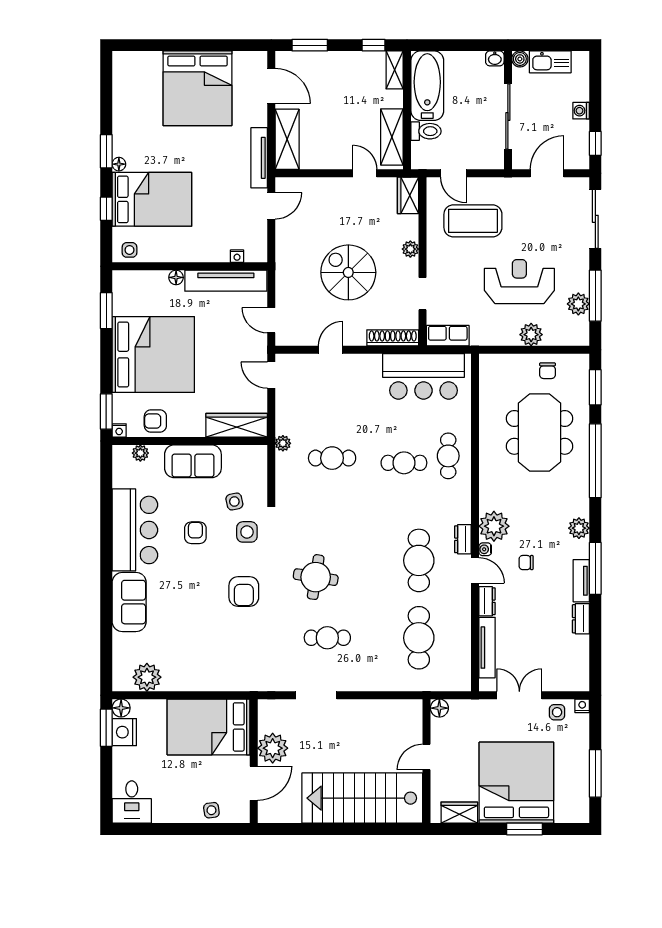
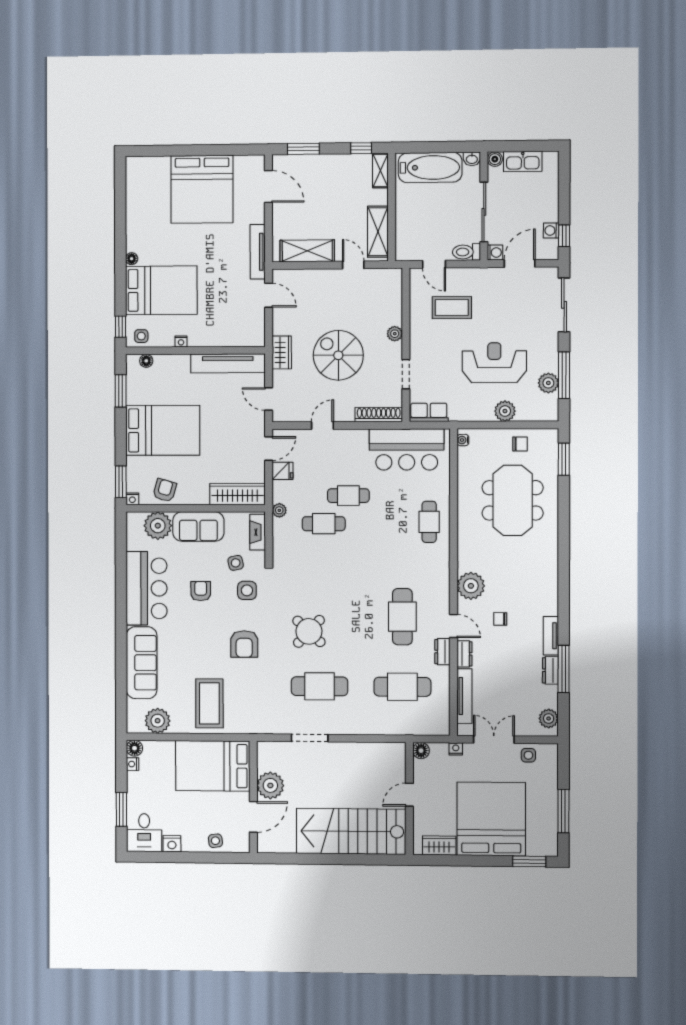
bathtub: (427, 86) -> (430, 168), moved, turned 90
washing machine: (581, 111) -> (551, 230), moved
toilet: (426, 131) -> (466, 252), moved, turned 180
shelving: (287, 139) -> (307, 251), moved, turned 90
window: (106, 151) -> (120, 247), removed
washing machine: (520, 161) -> (495, 252), added
wardrobe: (408, 195) -> (282, 352), moved, turned 180
door: (271, 206) -> (269, 295), hinge flipped
window: (106, 209) -> (120, 327), moved
coffee table: (473, 221) -> (452, 308), width x0.73, depth x0.76
nightstand: (237, 256) -> (181, 341), moved
floor lamp: (176, 277) -> (146, 361), moved
bed: (153, 355) -> (163, 430), width x0.73
chair: (548, 371) -> (520, 444), turned -90
door: (271, 375) -> (269, 448), swing flipped
fridge: (287, 400) -> (283, 471), added
armchair: (155, 421) -> (165, 490), turned 106
plant: (140, 453) -> (158, 526), width x1.88, depth x1.88
window: (595, 461) -> (564, 526), removed
cafe table: (404, 463) -> (348, 496), moved
fireplace: (259, 468) -> (258, 532), added
plant: (579, 528) -> (549, 719), moved
dresser: (463, 539) -> (442, 652), moved
water cooler: (485, 549) -> (463, 440), moved
window: (595, 568) -> (564, 669), moved
round table: (316, 577) -> (309, 631), turned 34
sofa: (129, 602) -> (142, 663), width x1.36
cafe table: (327, 638) -> (319, 686), width x1.37, depth x1.35
cafe table: (419, 638) -> (402, 687), turned 90
coffee table: (205, 657) -> (209, 703), added
nightstand: (582, 706) -> (456, 749), moved
window: (106, 728) -> (121, 809), moved
nightstand: (124, 732) -> (133, 764), width x0.53, depth x0.56
nightstand: (163, 814) -> (172, 844), added
window: (524, 829) -> (529, 861), moved

